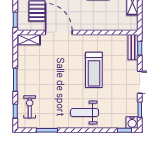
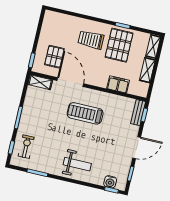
filing cabinet: (107, 24) -> (118, 84), added
treadmill: (94, 70) -> (85, 113), moved, turned 90
weight bench: (85, 113) -> (77, 164), turned 180
water cooler: (132, 122) -> (110, 182), moved

